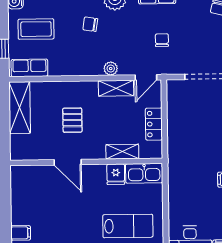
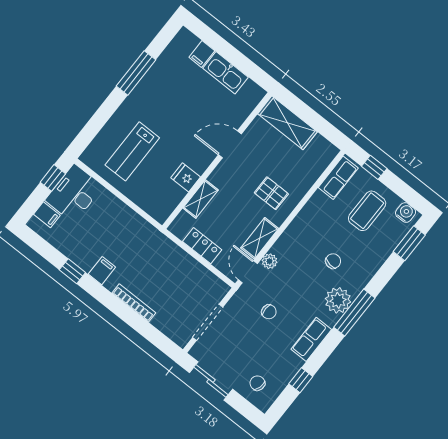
plant: (111, 69) -> (270, 261), moved
shelving: (20, 108) -> (287, 123), moved
pallet: (72, 120) -> (271, 193), moved
kitchen sink: (144, 173) -> (225, 73), moved, turned -90

